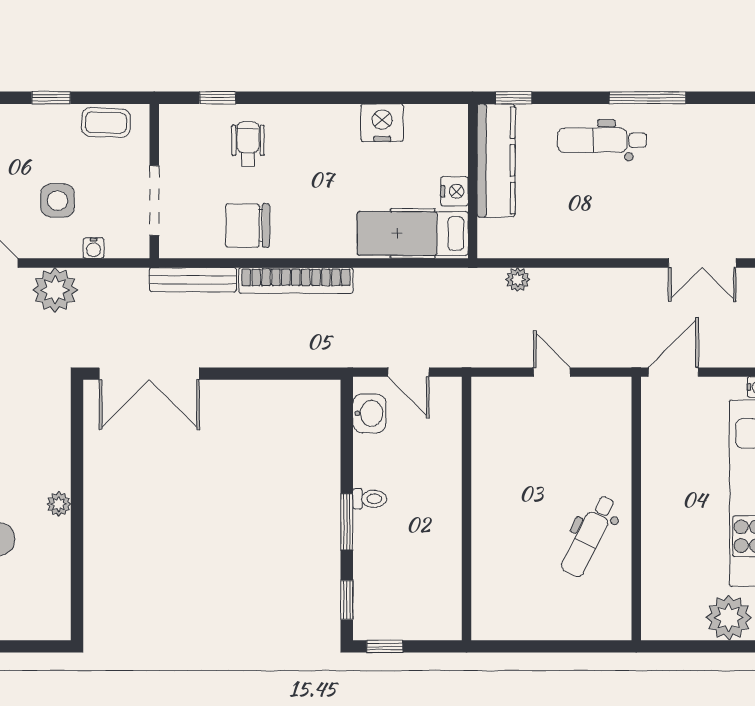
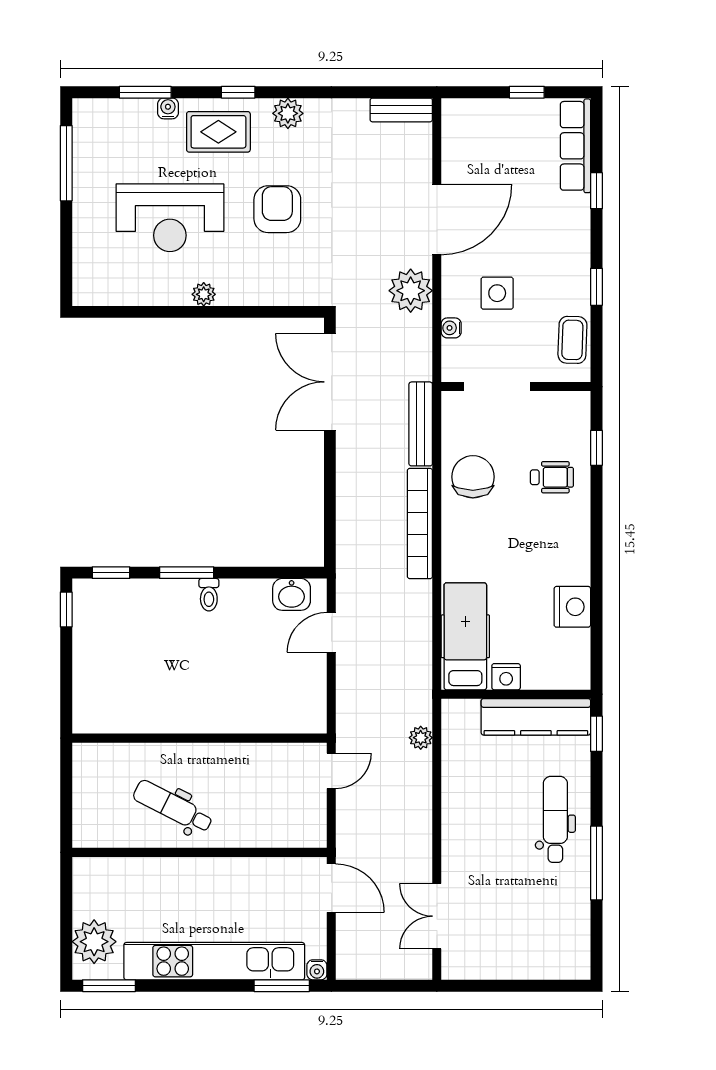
wall: (467, 508) -> (200, 738), moved

